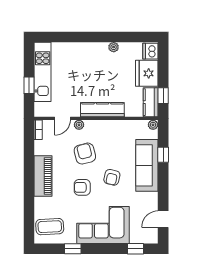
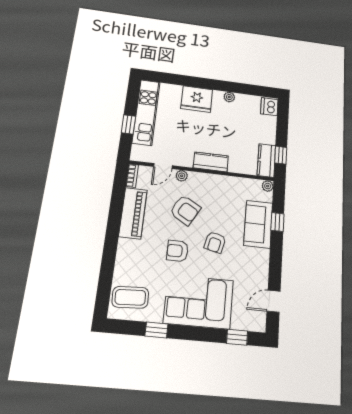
fridge: (147, 73) -> (197, 99), moved, turned -90
kitchen counter: (102, 110) -> (211, 162), width x0.67
armchair: (85, 154) -> (185, 210), turned 134
sofa: (147, 165) -> (258, 224), width x0.73
piano: (43, 176) -> (133, 213), moved

